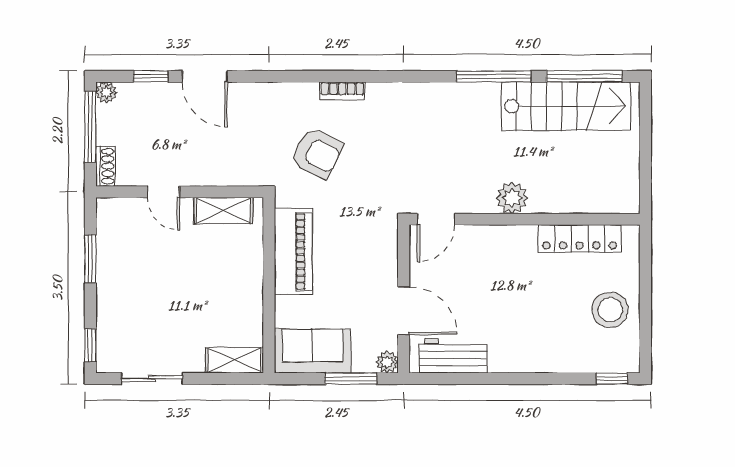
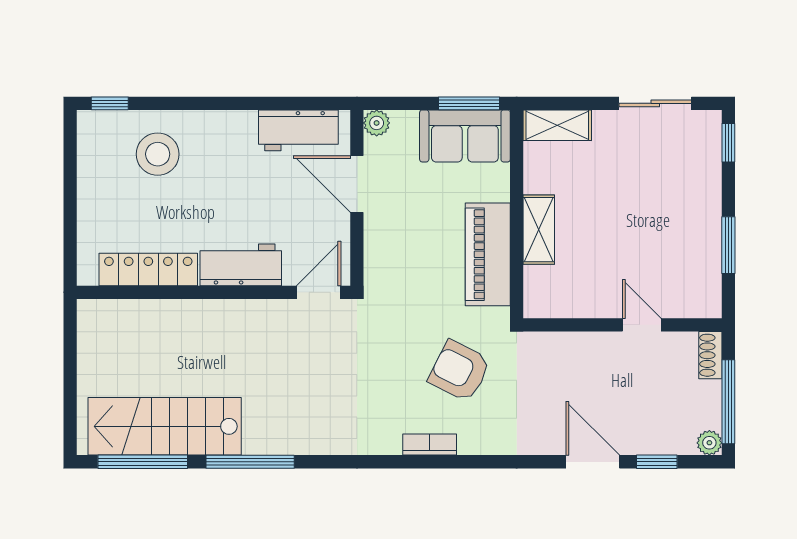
plant: (512, 198) -> (228, 318), removed
shelving: (223, 210) -> (539, 230), moved, turned 90
workbench: (502, 242) -> (241, 265), added
stool: (610, 310) -> (158, 154), moved
window: (351, 379) -> (469, 103), moved

